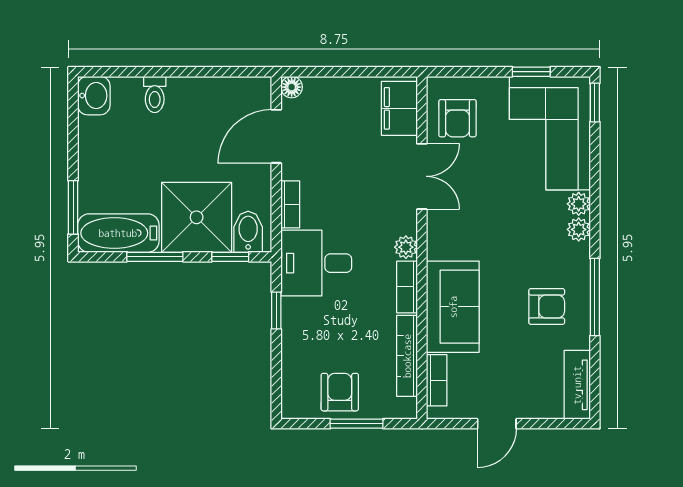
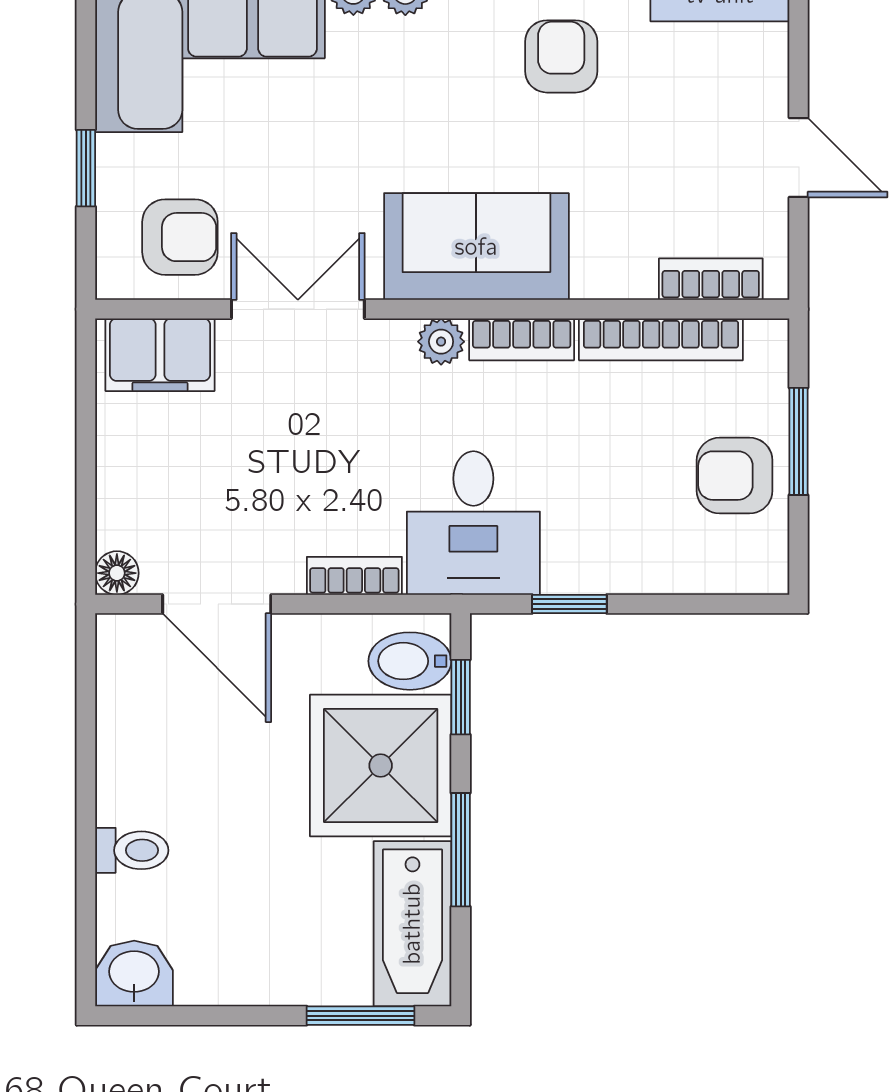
window: (531, 72) -> (86, 168), moved
sofa: (453, 307) -> (476, 247), moved

